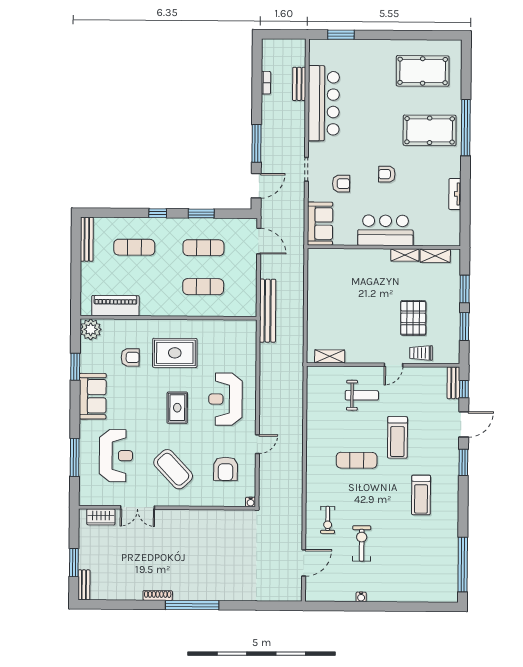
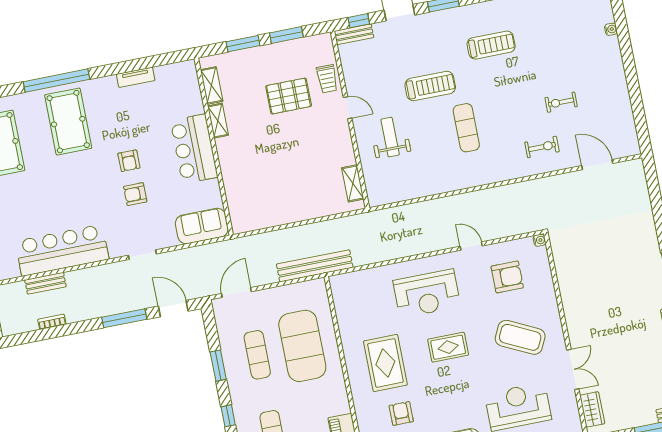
armchair: (341, 184) -> (135, 194), moved, turned -90
exercise mat: (203, 287) -> (302, 346), width x2.00, depth x1.45
coffee table: (173, 469) -> (520, 337), turned 69
exercise bike: (362, 543) -> (561, 102), width x0.73, depth x0.72
water cooler: (361, 597) -> (611, 29), moved

